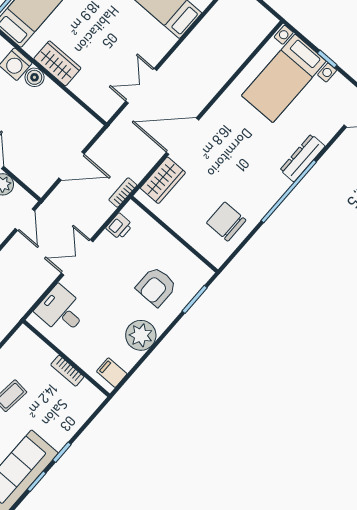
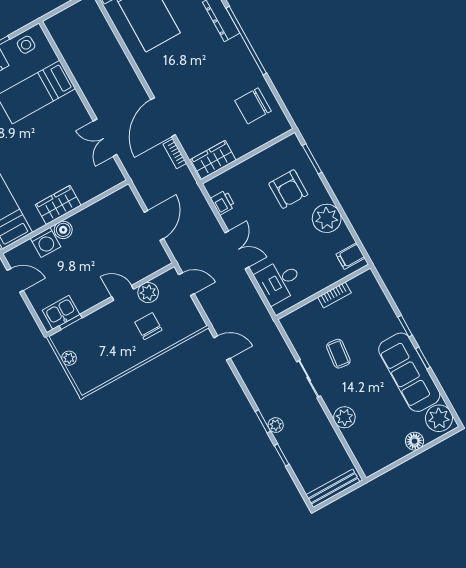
wardrobe: (163, 180) -> (213, 160), moved, turned -90
bookcase: (123, 192) -> (175, 154), moved
double door: (77, 257) -> (237, 250), swing flipped

